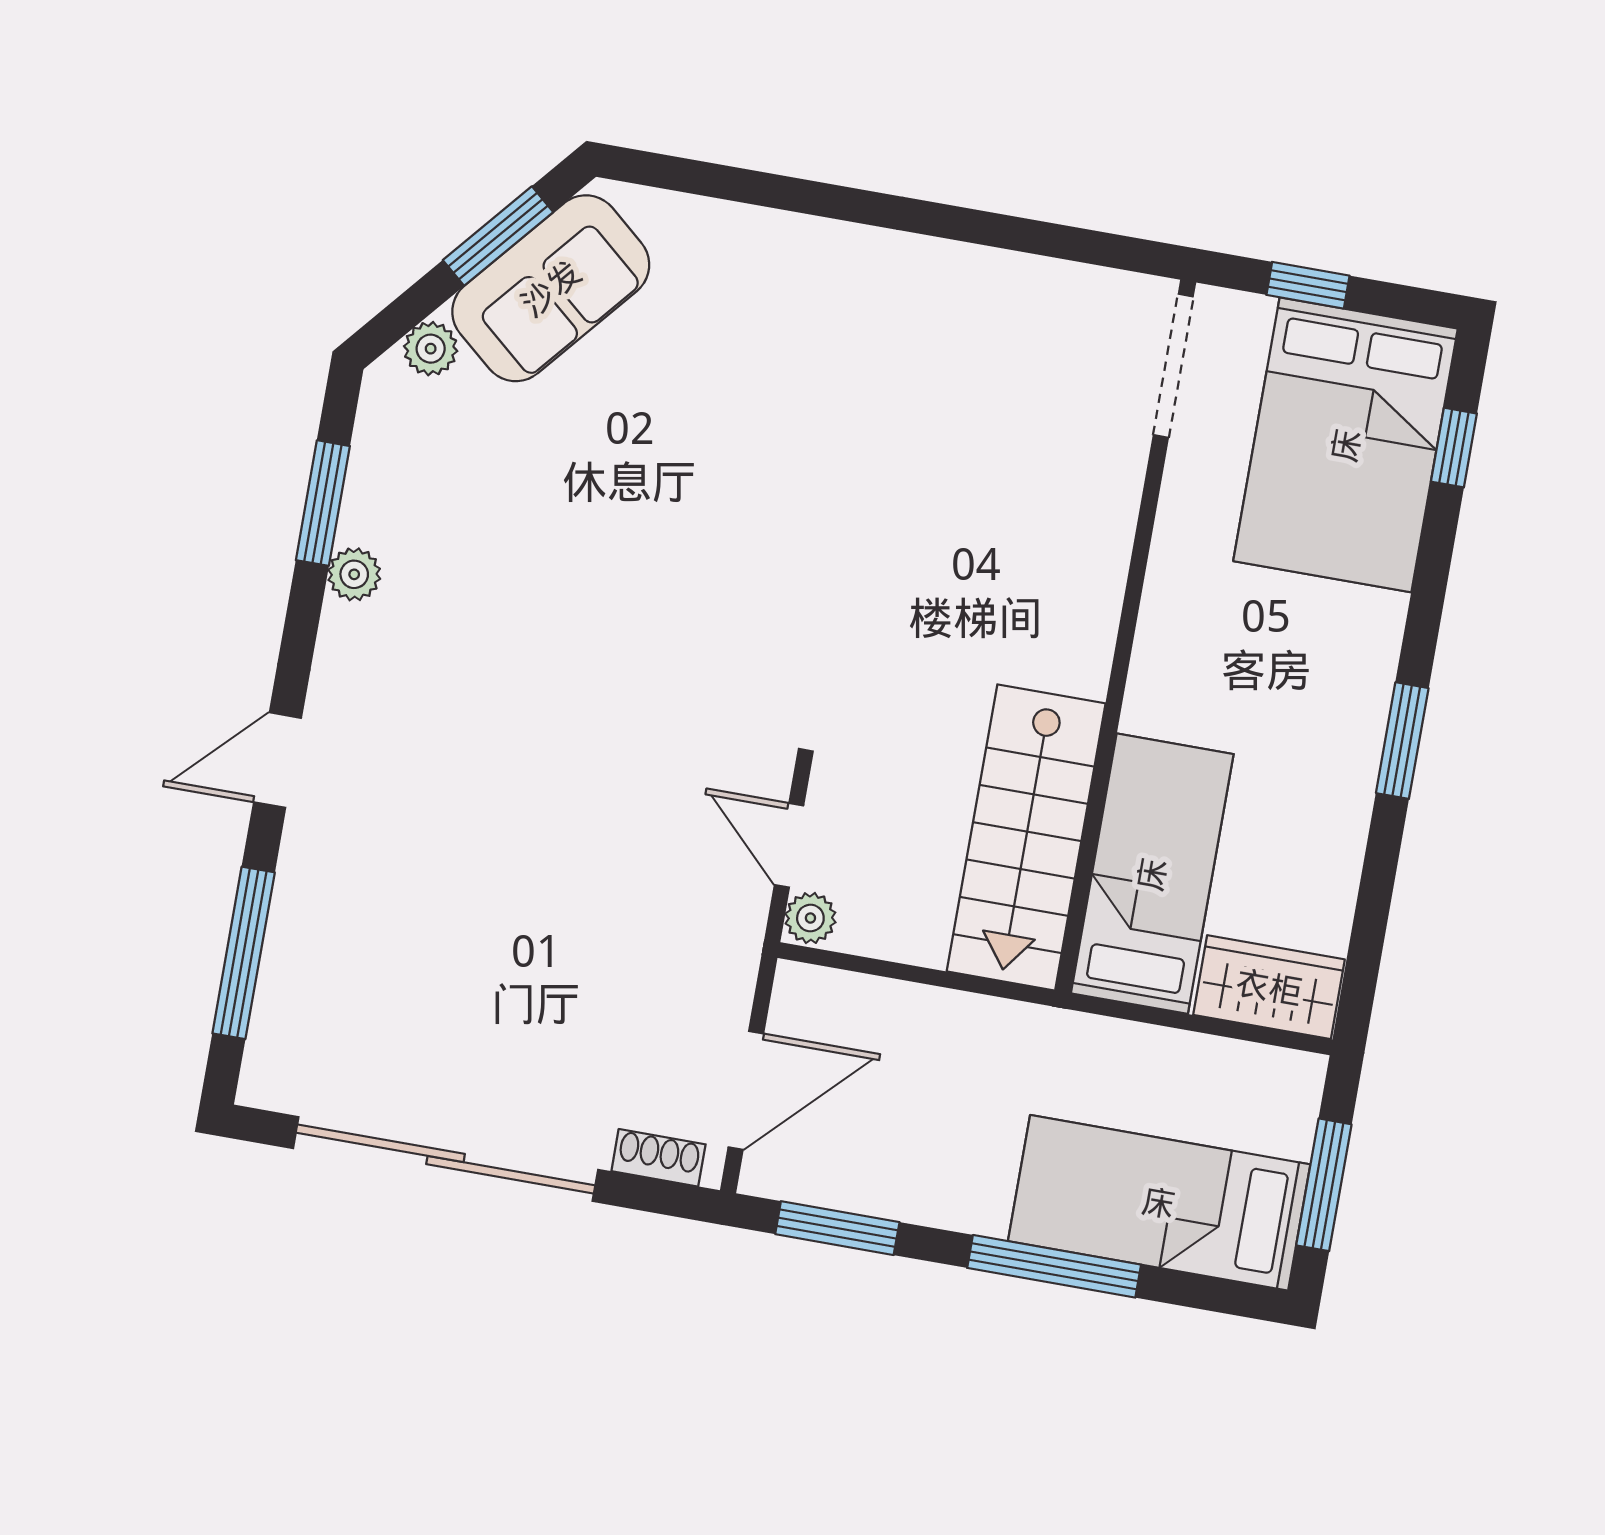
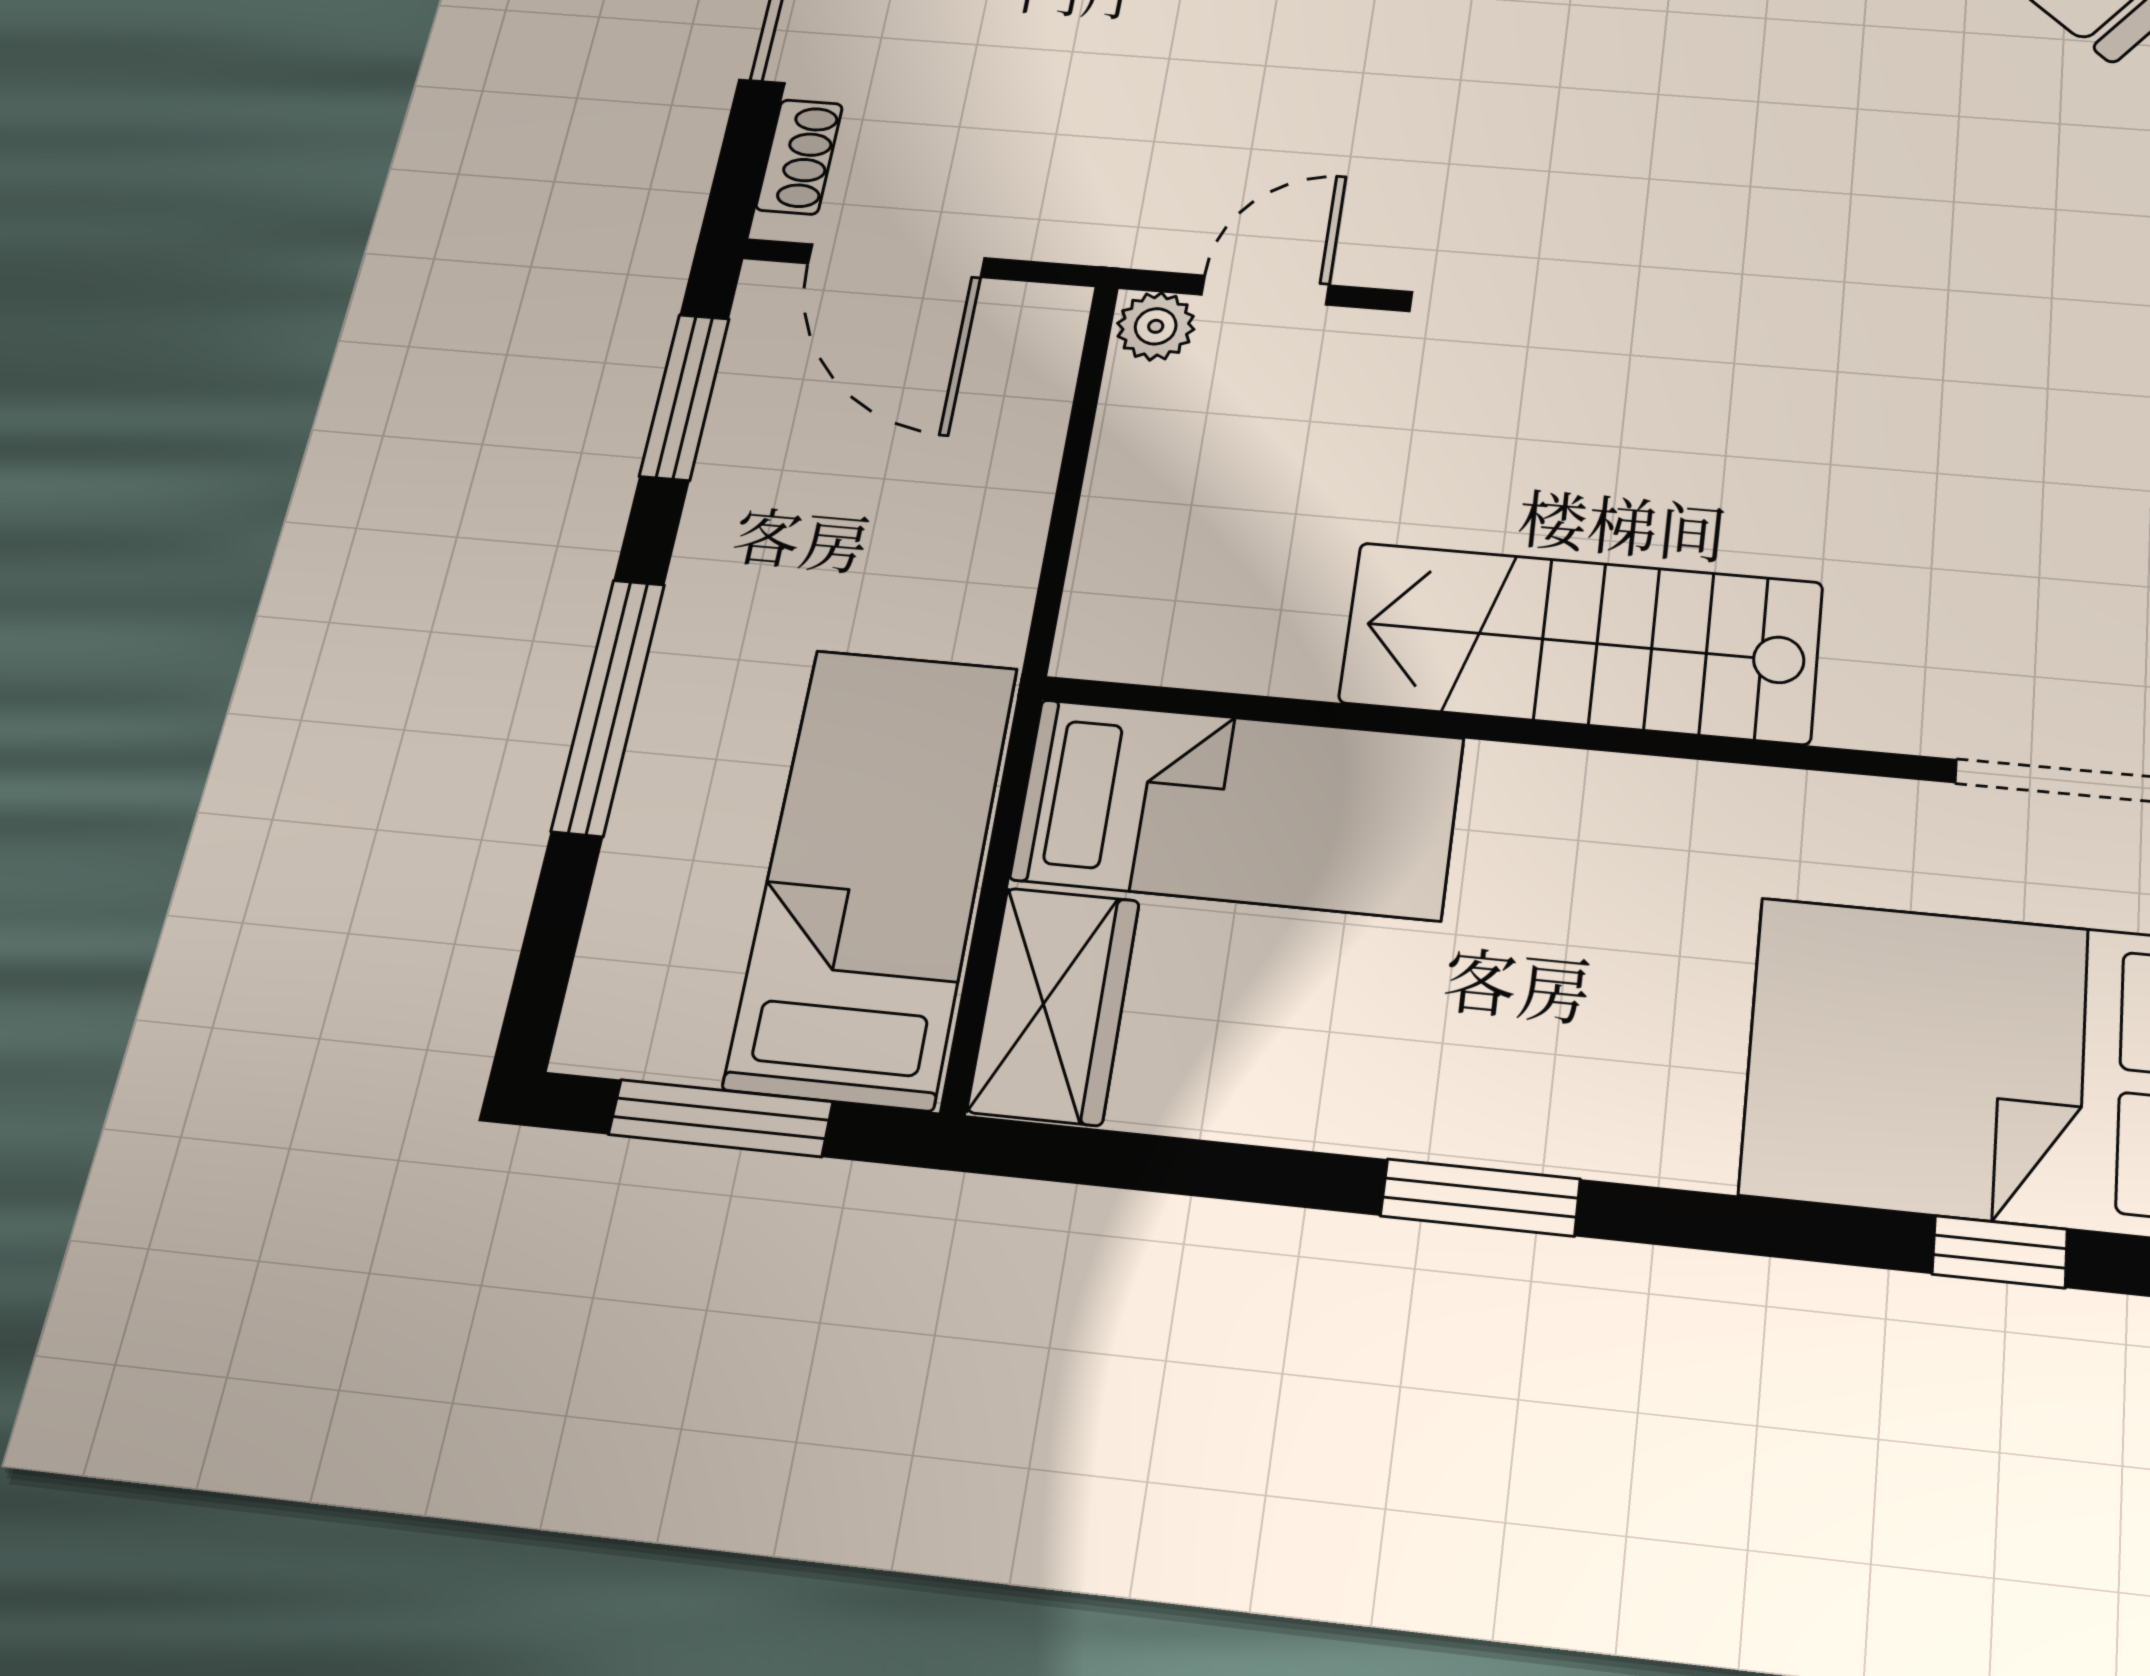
stairs: (1026, 837) -> (1582, 642), moved
bed: (1159, 1203) -> (873, 874), moved

